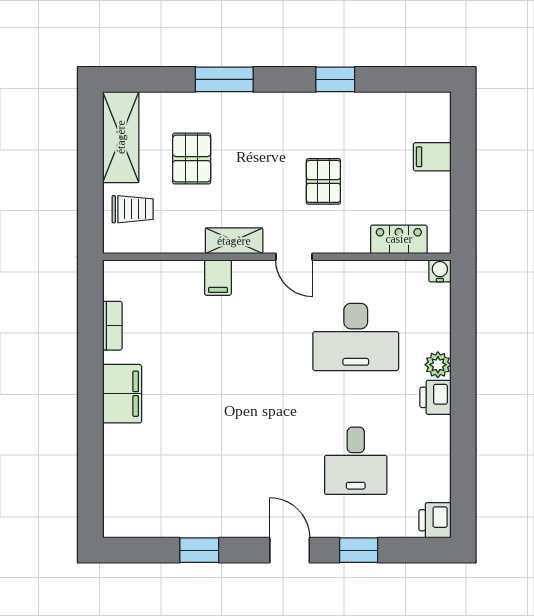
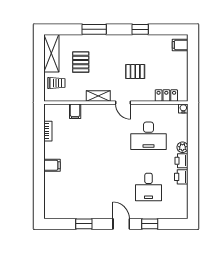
filing cabinet: (432, 157) -> (180, 45), moved
pallet: (323, 181) -> (135, 72), turned 90
filing cabinet: (218, 278) -> (75, 111), moved
filing cabinet: (122, 394) -> (52, 165), width x0.50
printer: (435, 520) -> (181, 177), moved

